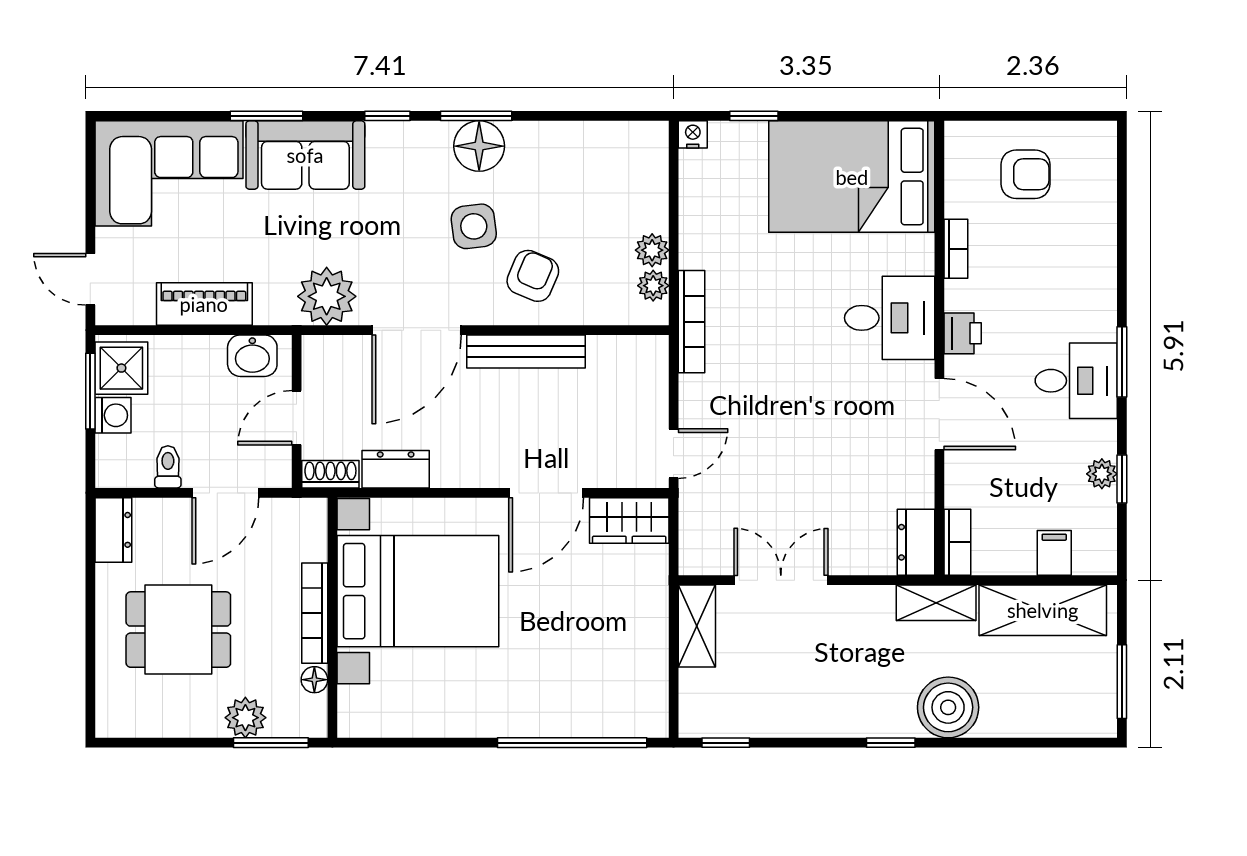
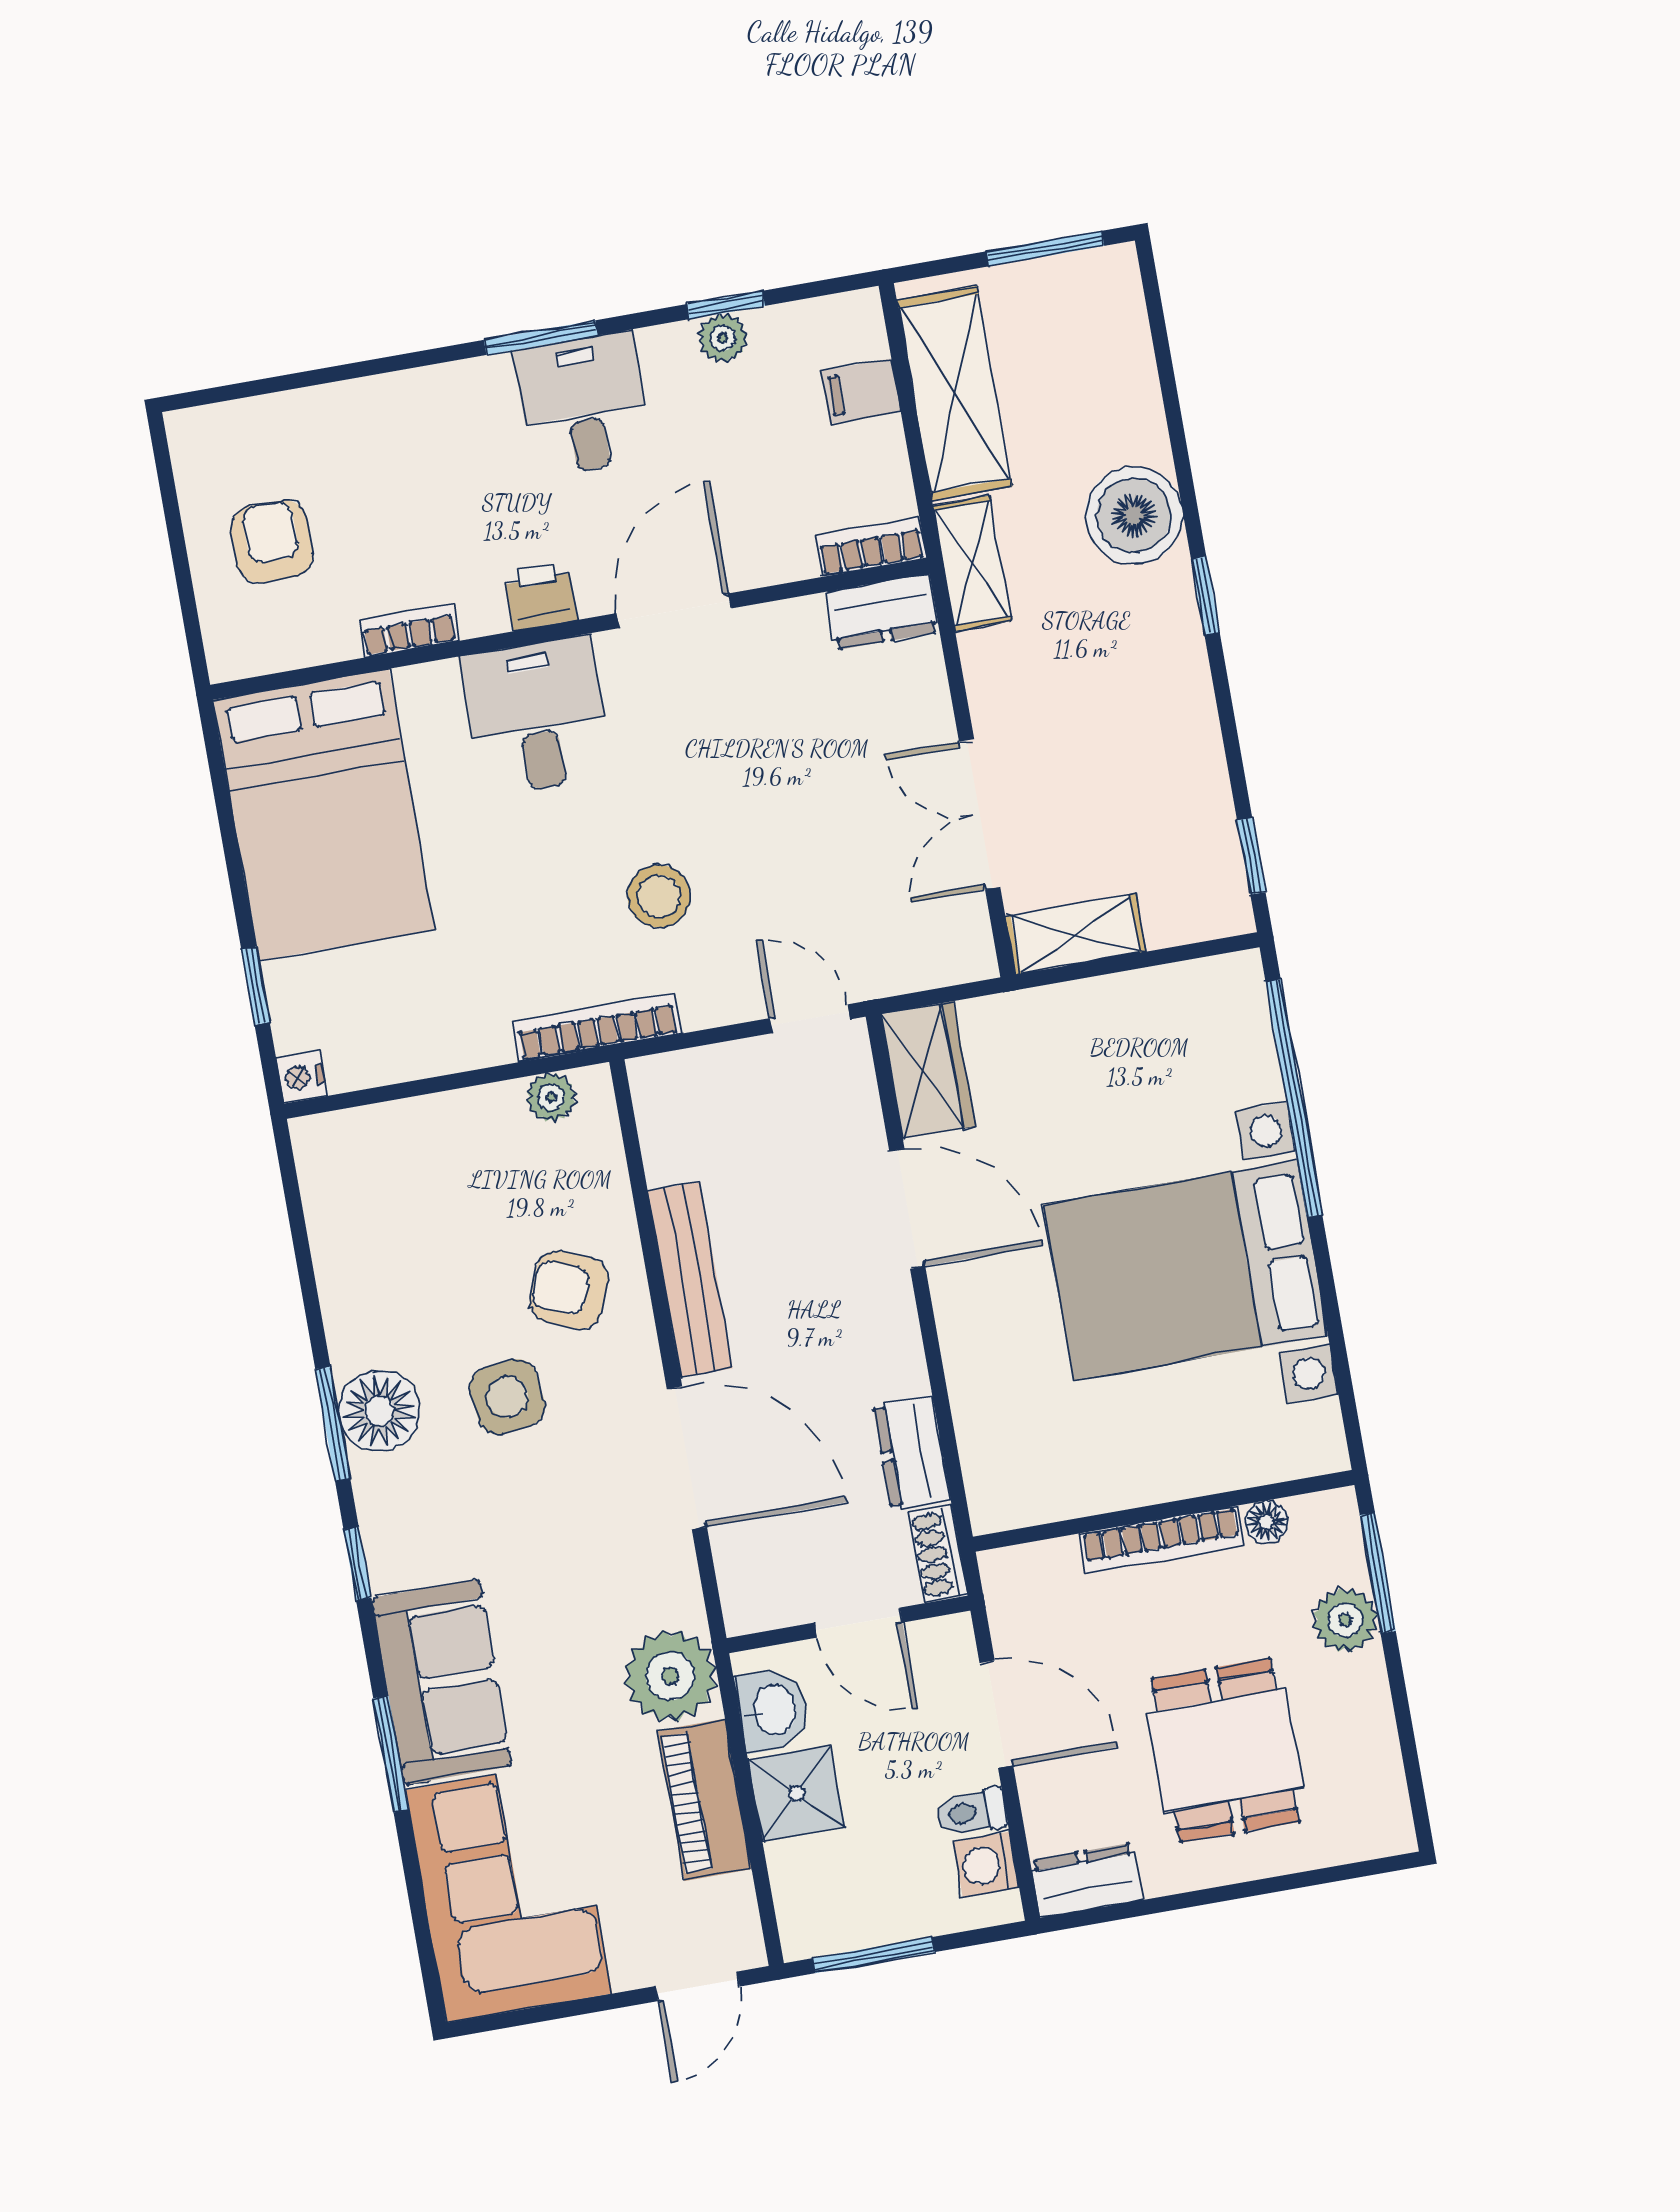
plant: (652, 250) -> (495, 1109), removed
plant: (327, 296) -> (670, 1676), moved
shower: (121, 368) -> (796, 1793), moved
stool: (765, 374) -> (659, 896), added
washing machine: (113, 415) -> (986, 1865), moved, turned -90
bed with nightstands: (418, 591) -> (1185, 1270), moved, turned -90

